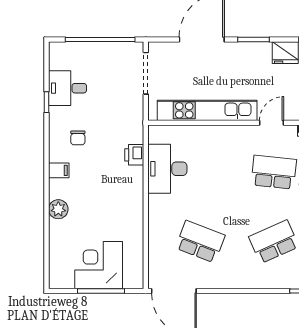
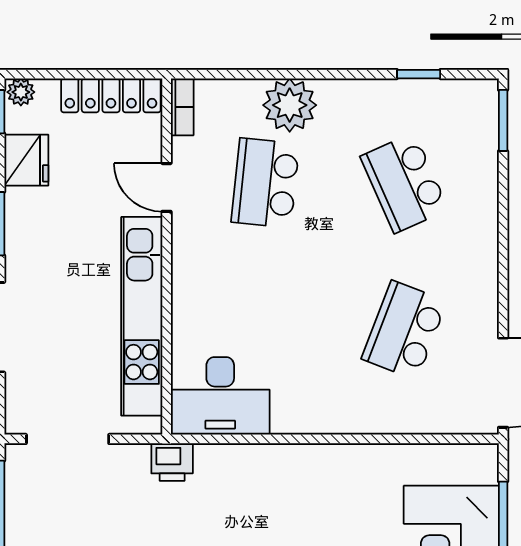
printer: (134, 155) -> (172, 462), moved
desk: (167, 169) -> (220, 396), moved

